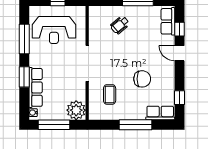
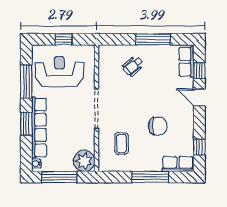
reception desk: (54, 30) -> (59, 72), turned 180
row of seats: (36, 87) -> (39, 127), width x1.36

